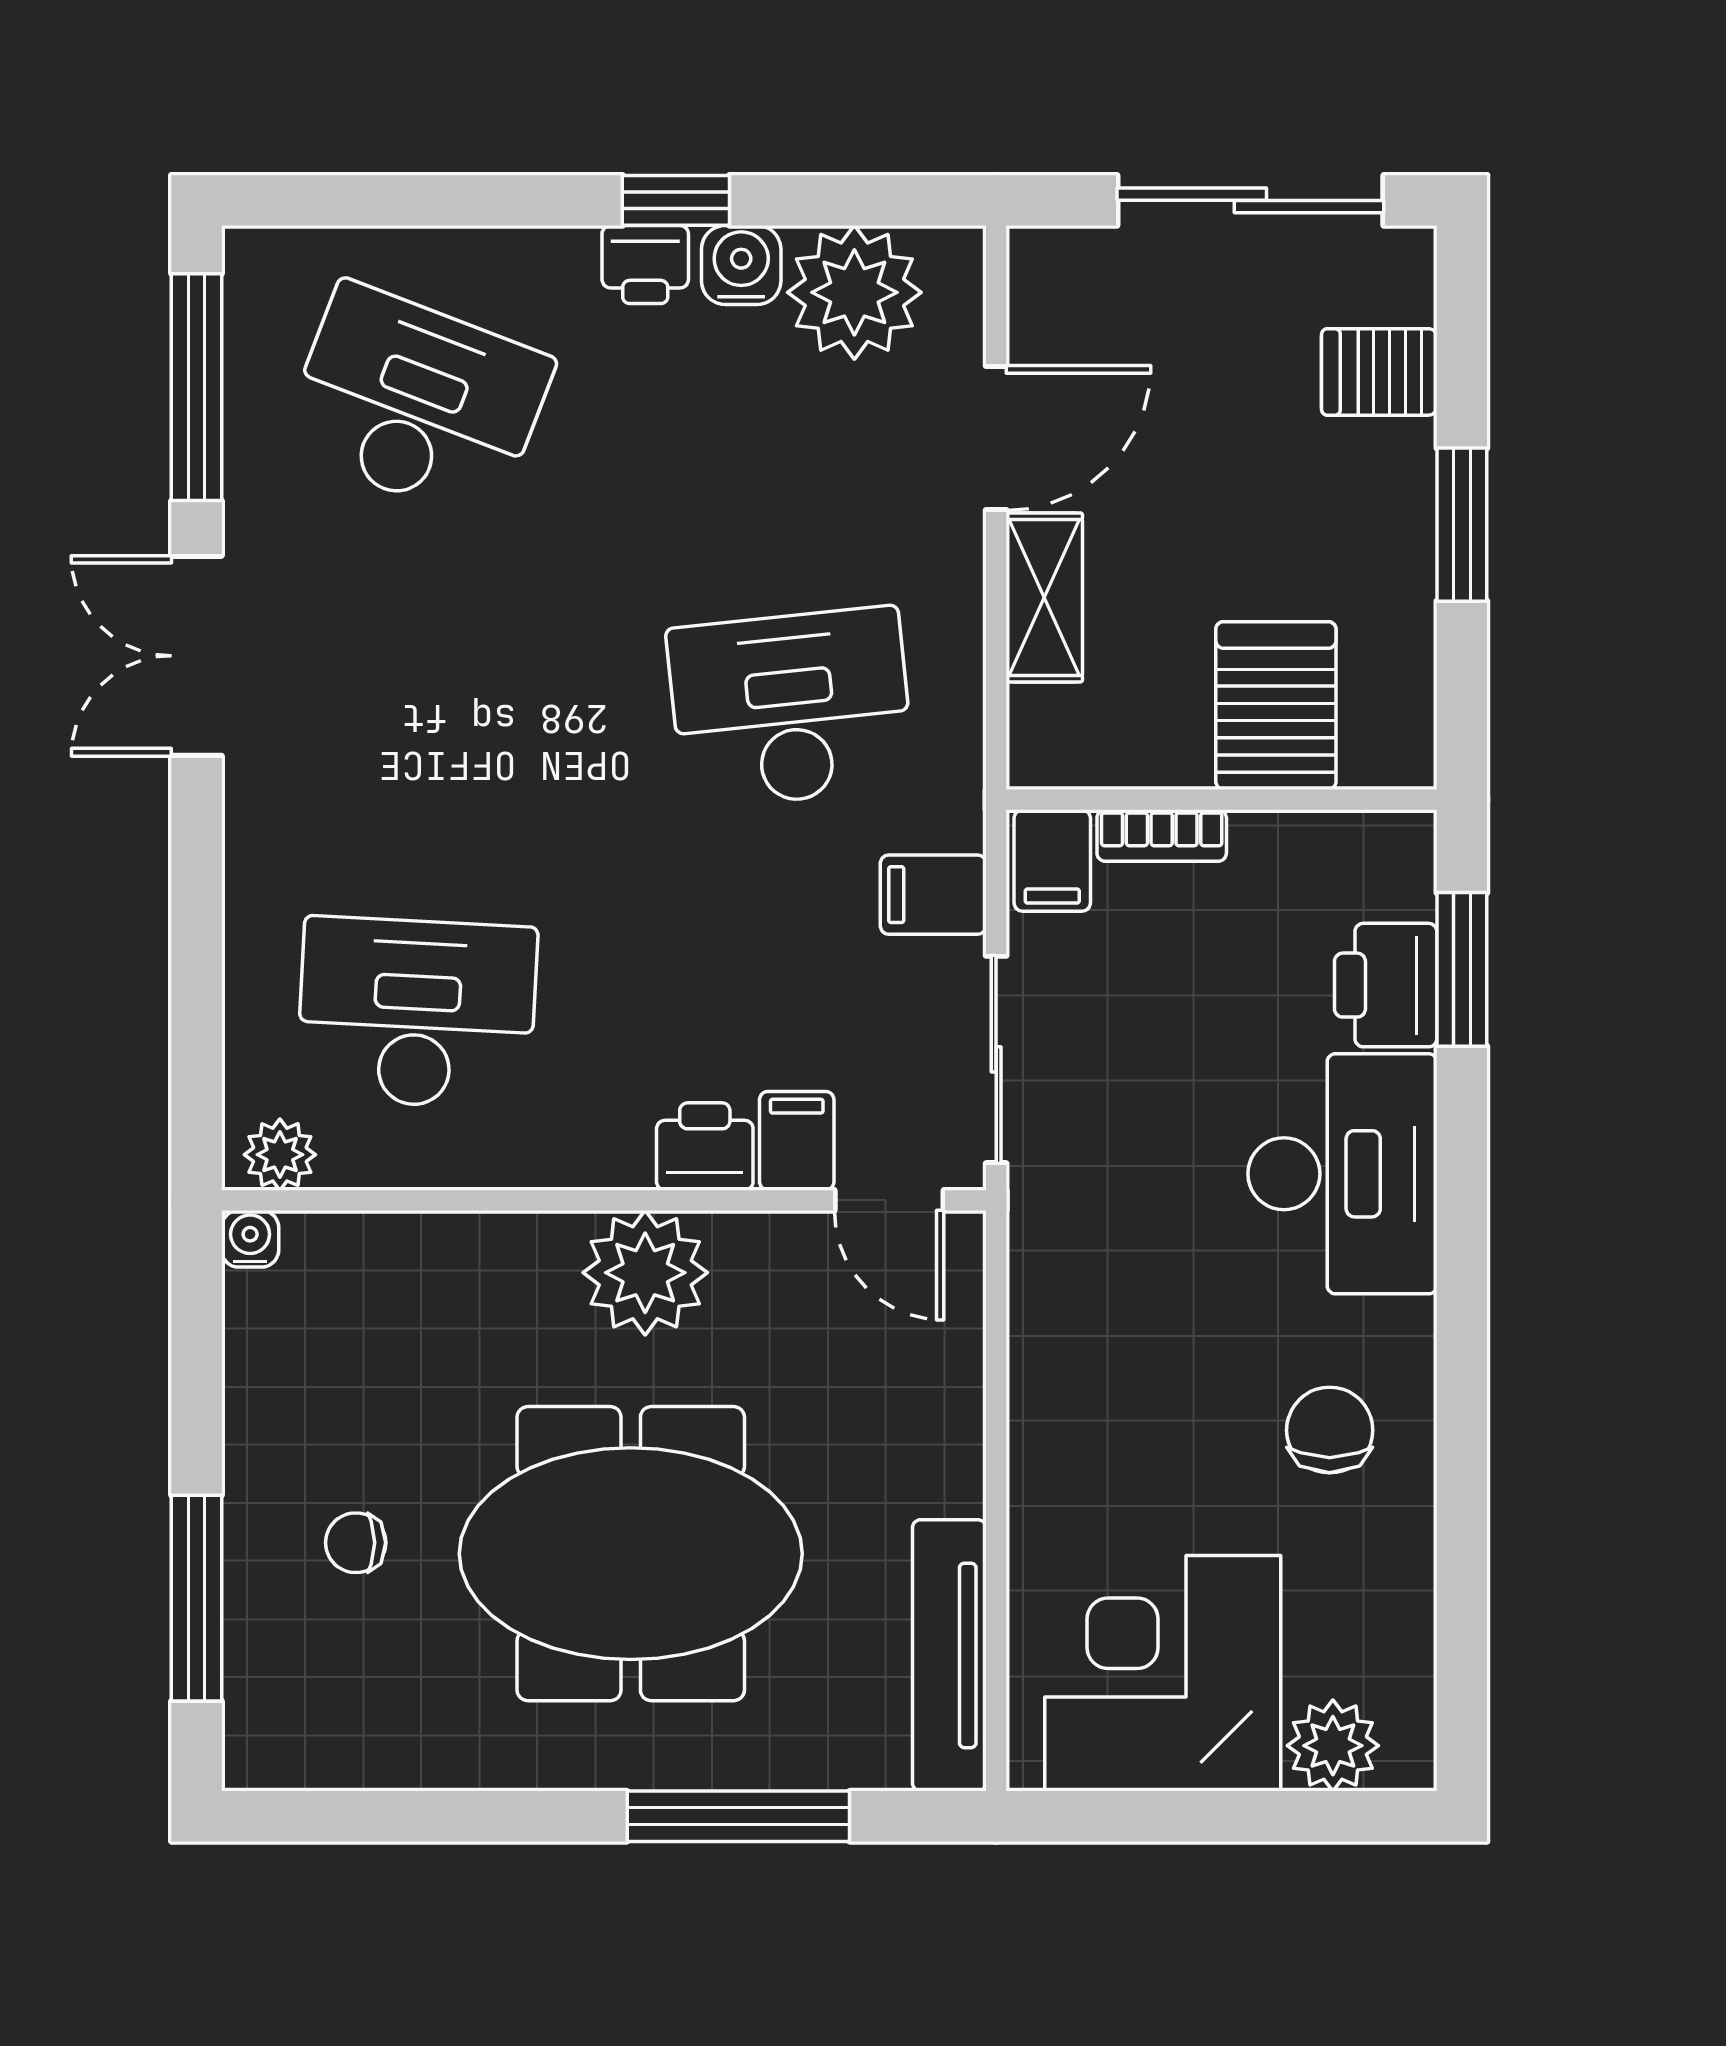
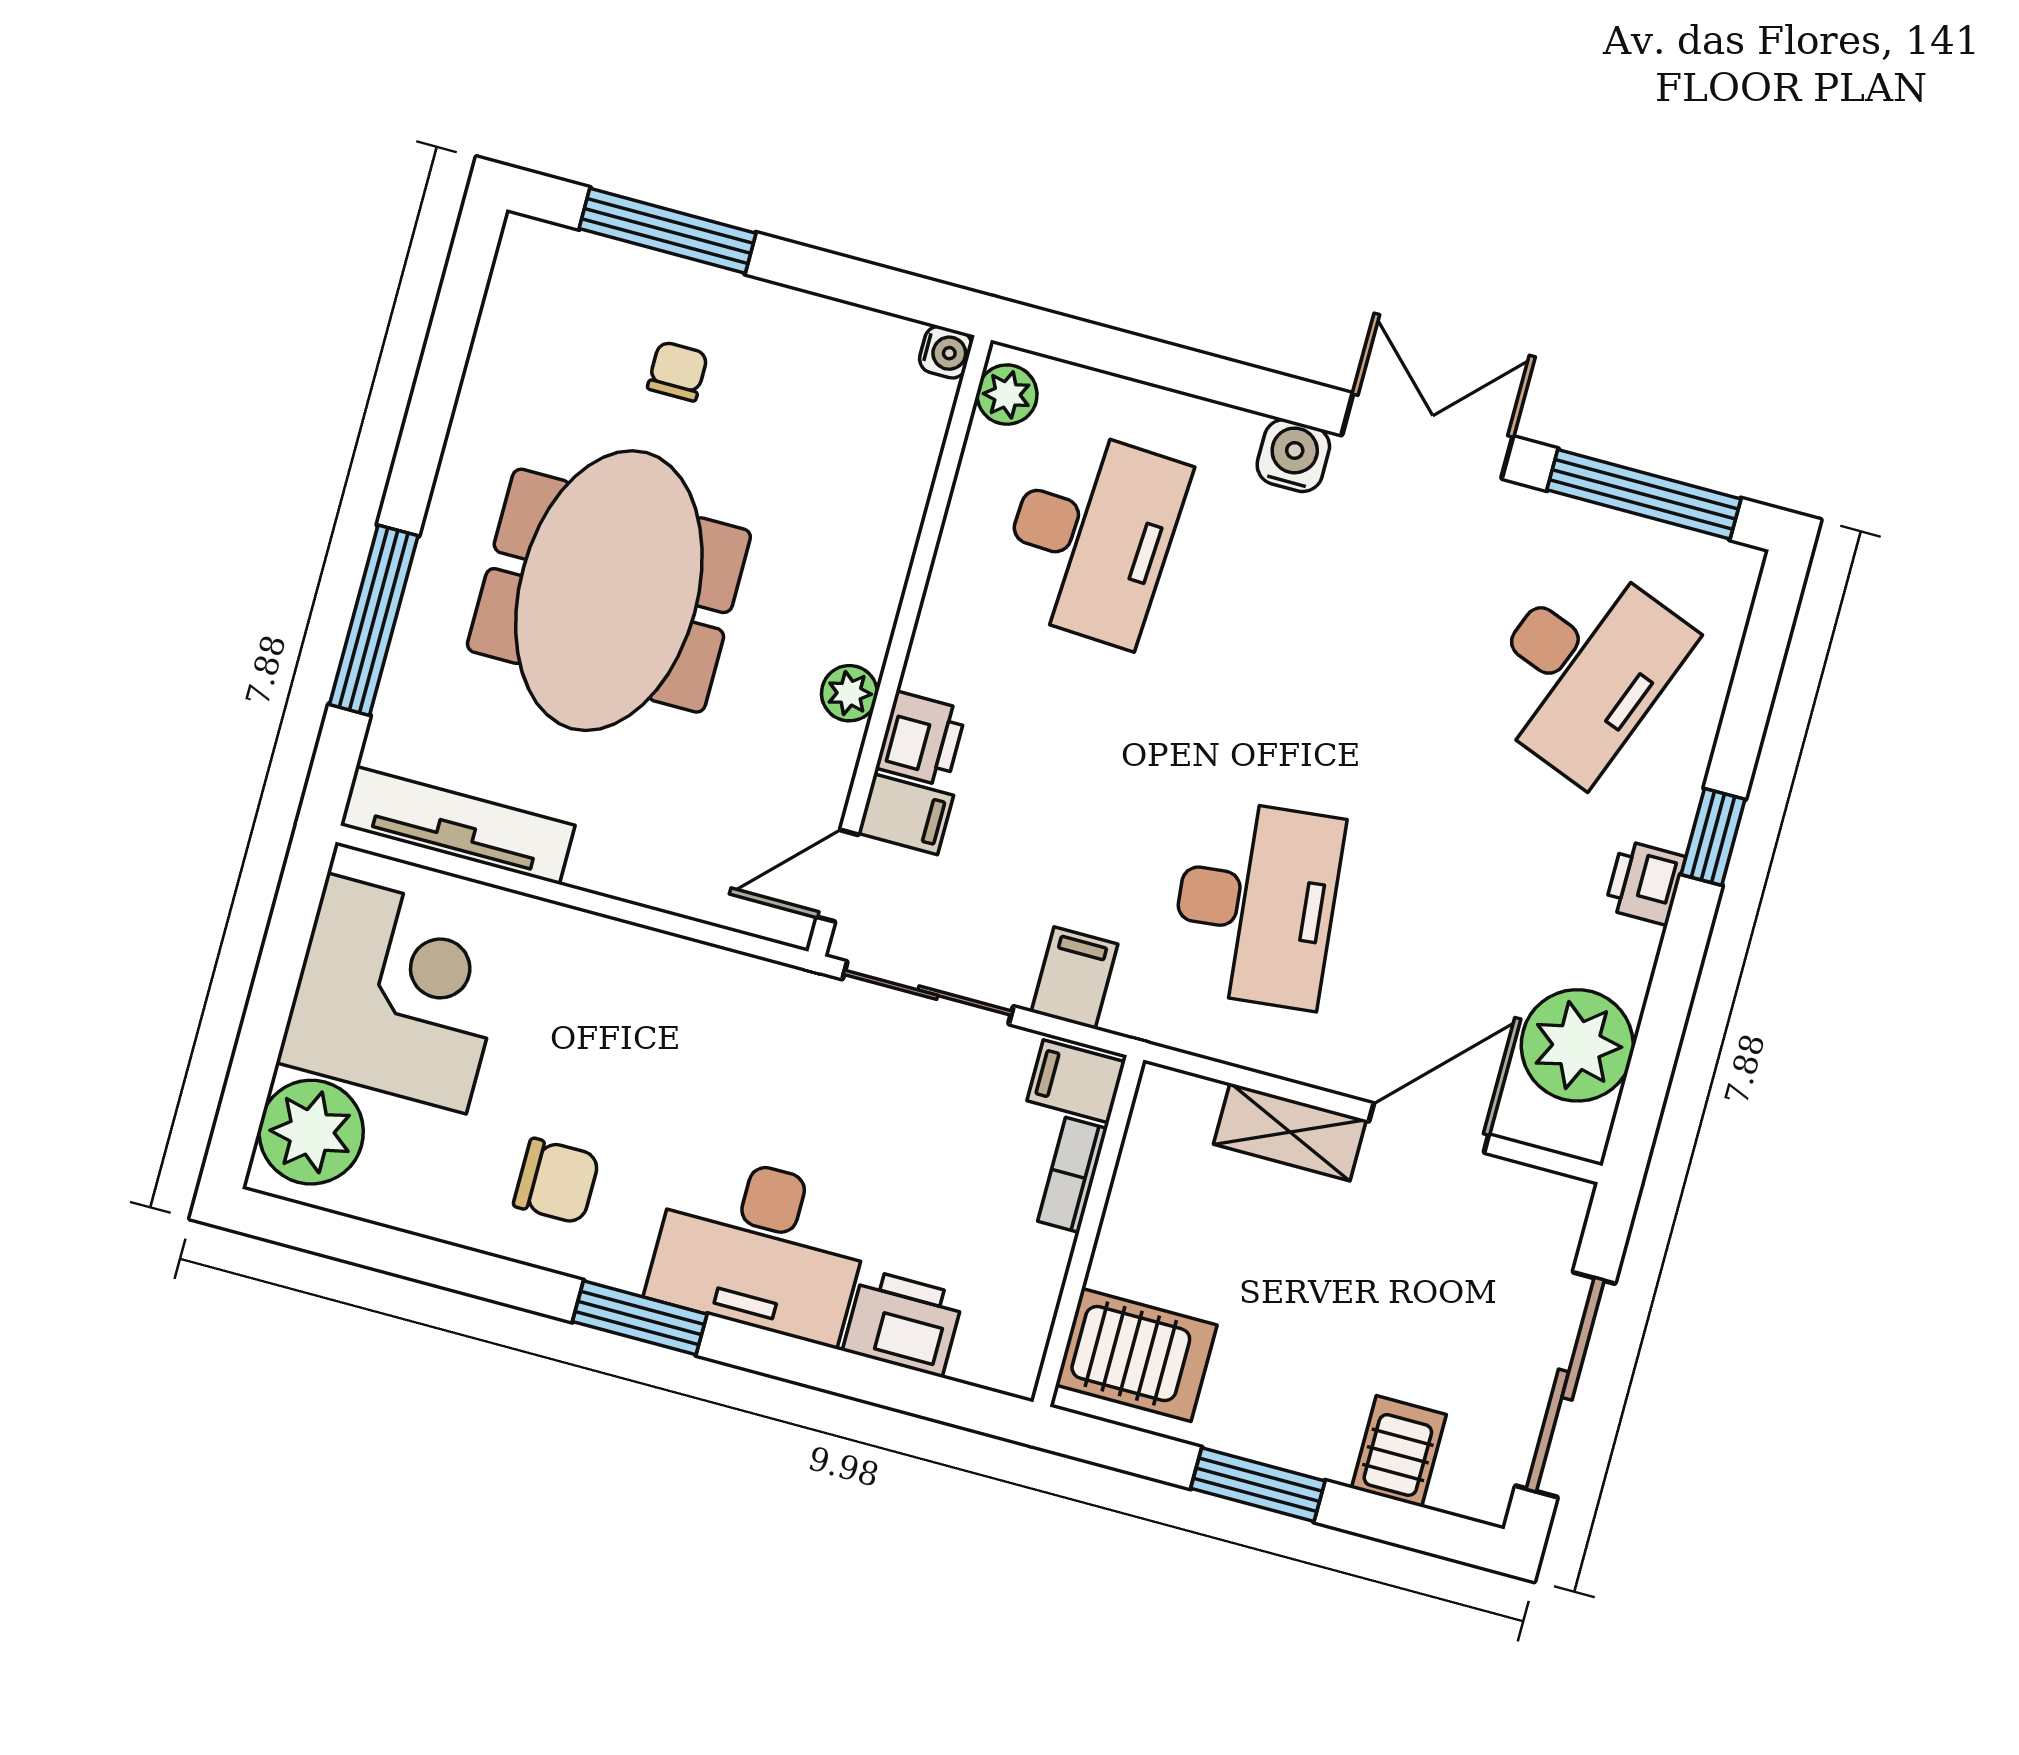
window: (676, 200) -> (1713, 837), moved
water cooler: (741, 265) -> (1293, 456), moved, turned -90
door: (996, 438) -> (1429, 1128), swing flipped
server rack: (1276, 706) -> (1136, 1355), moved
window: (1462, 969) -> (640, 1318), moved
plant: (645, 1273) -> (849, 693), width x0.53, depth x0.53
plant: (1333, 1746) -> (311, 1132), width x1.36, depth x1.36

